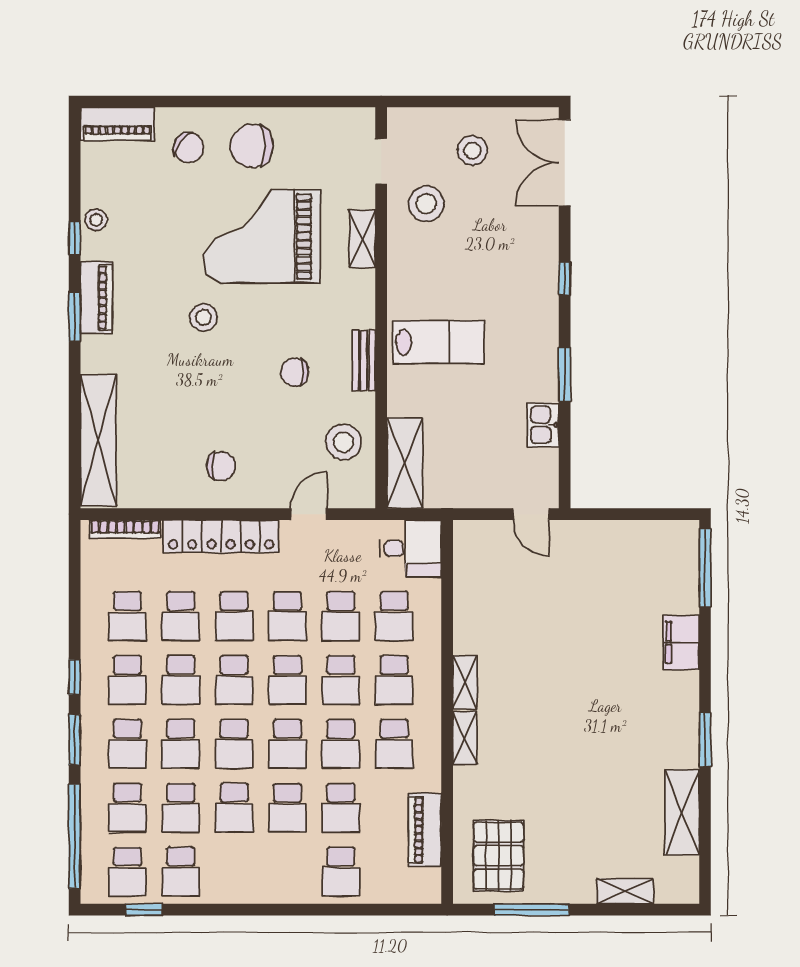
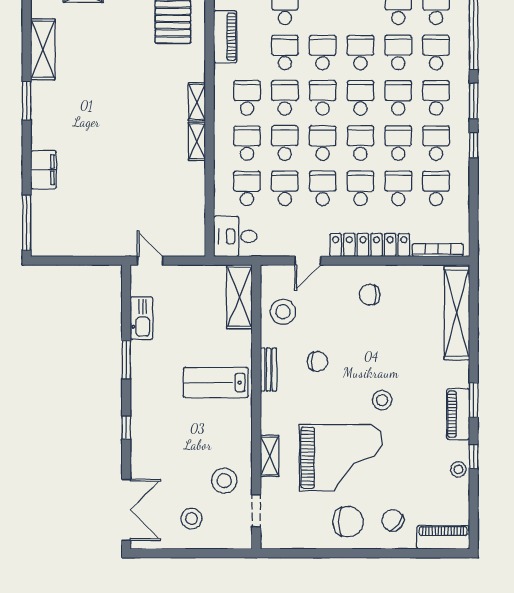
kitchen sink: (543, 425) -> (142, 318), width x1.38

